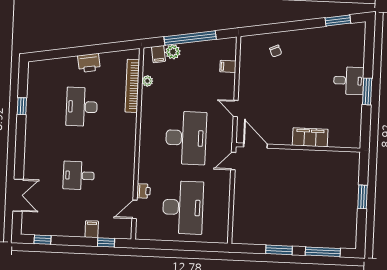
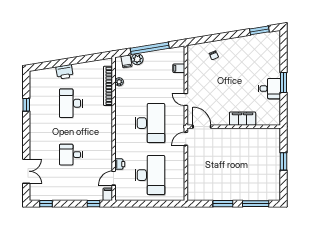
printer: (89, 63) -> (65, 72), moved
desk: (349, 81) -> (269, 89), moved
filing cabinet: (92, 229) -> (108, 194), moved

